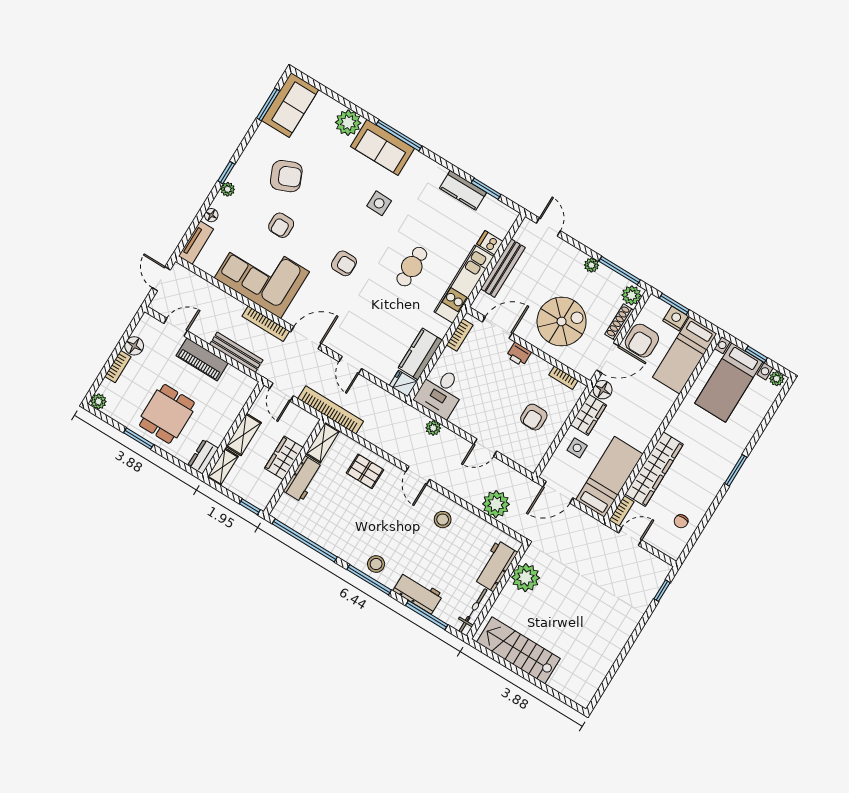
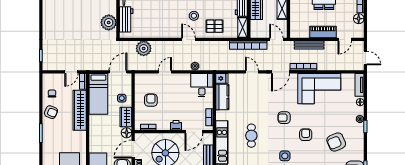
armchair: (281, 225) -> (306, 135), moved
armchair: (700, 494) -> (51, 112), added
stool: (443, 520) -> (194, 16), moved

